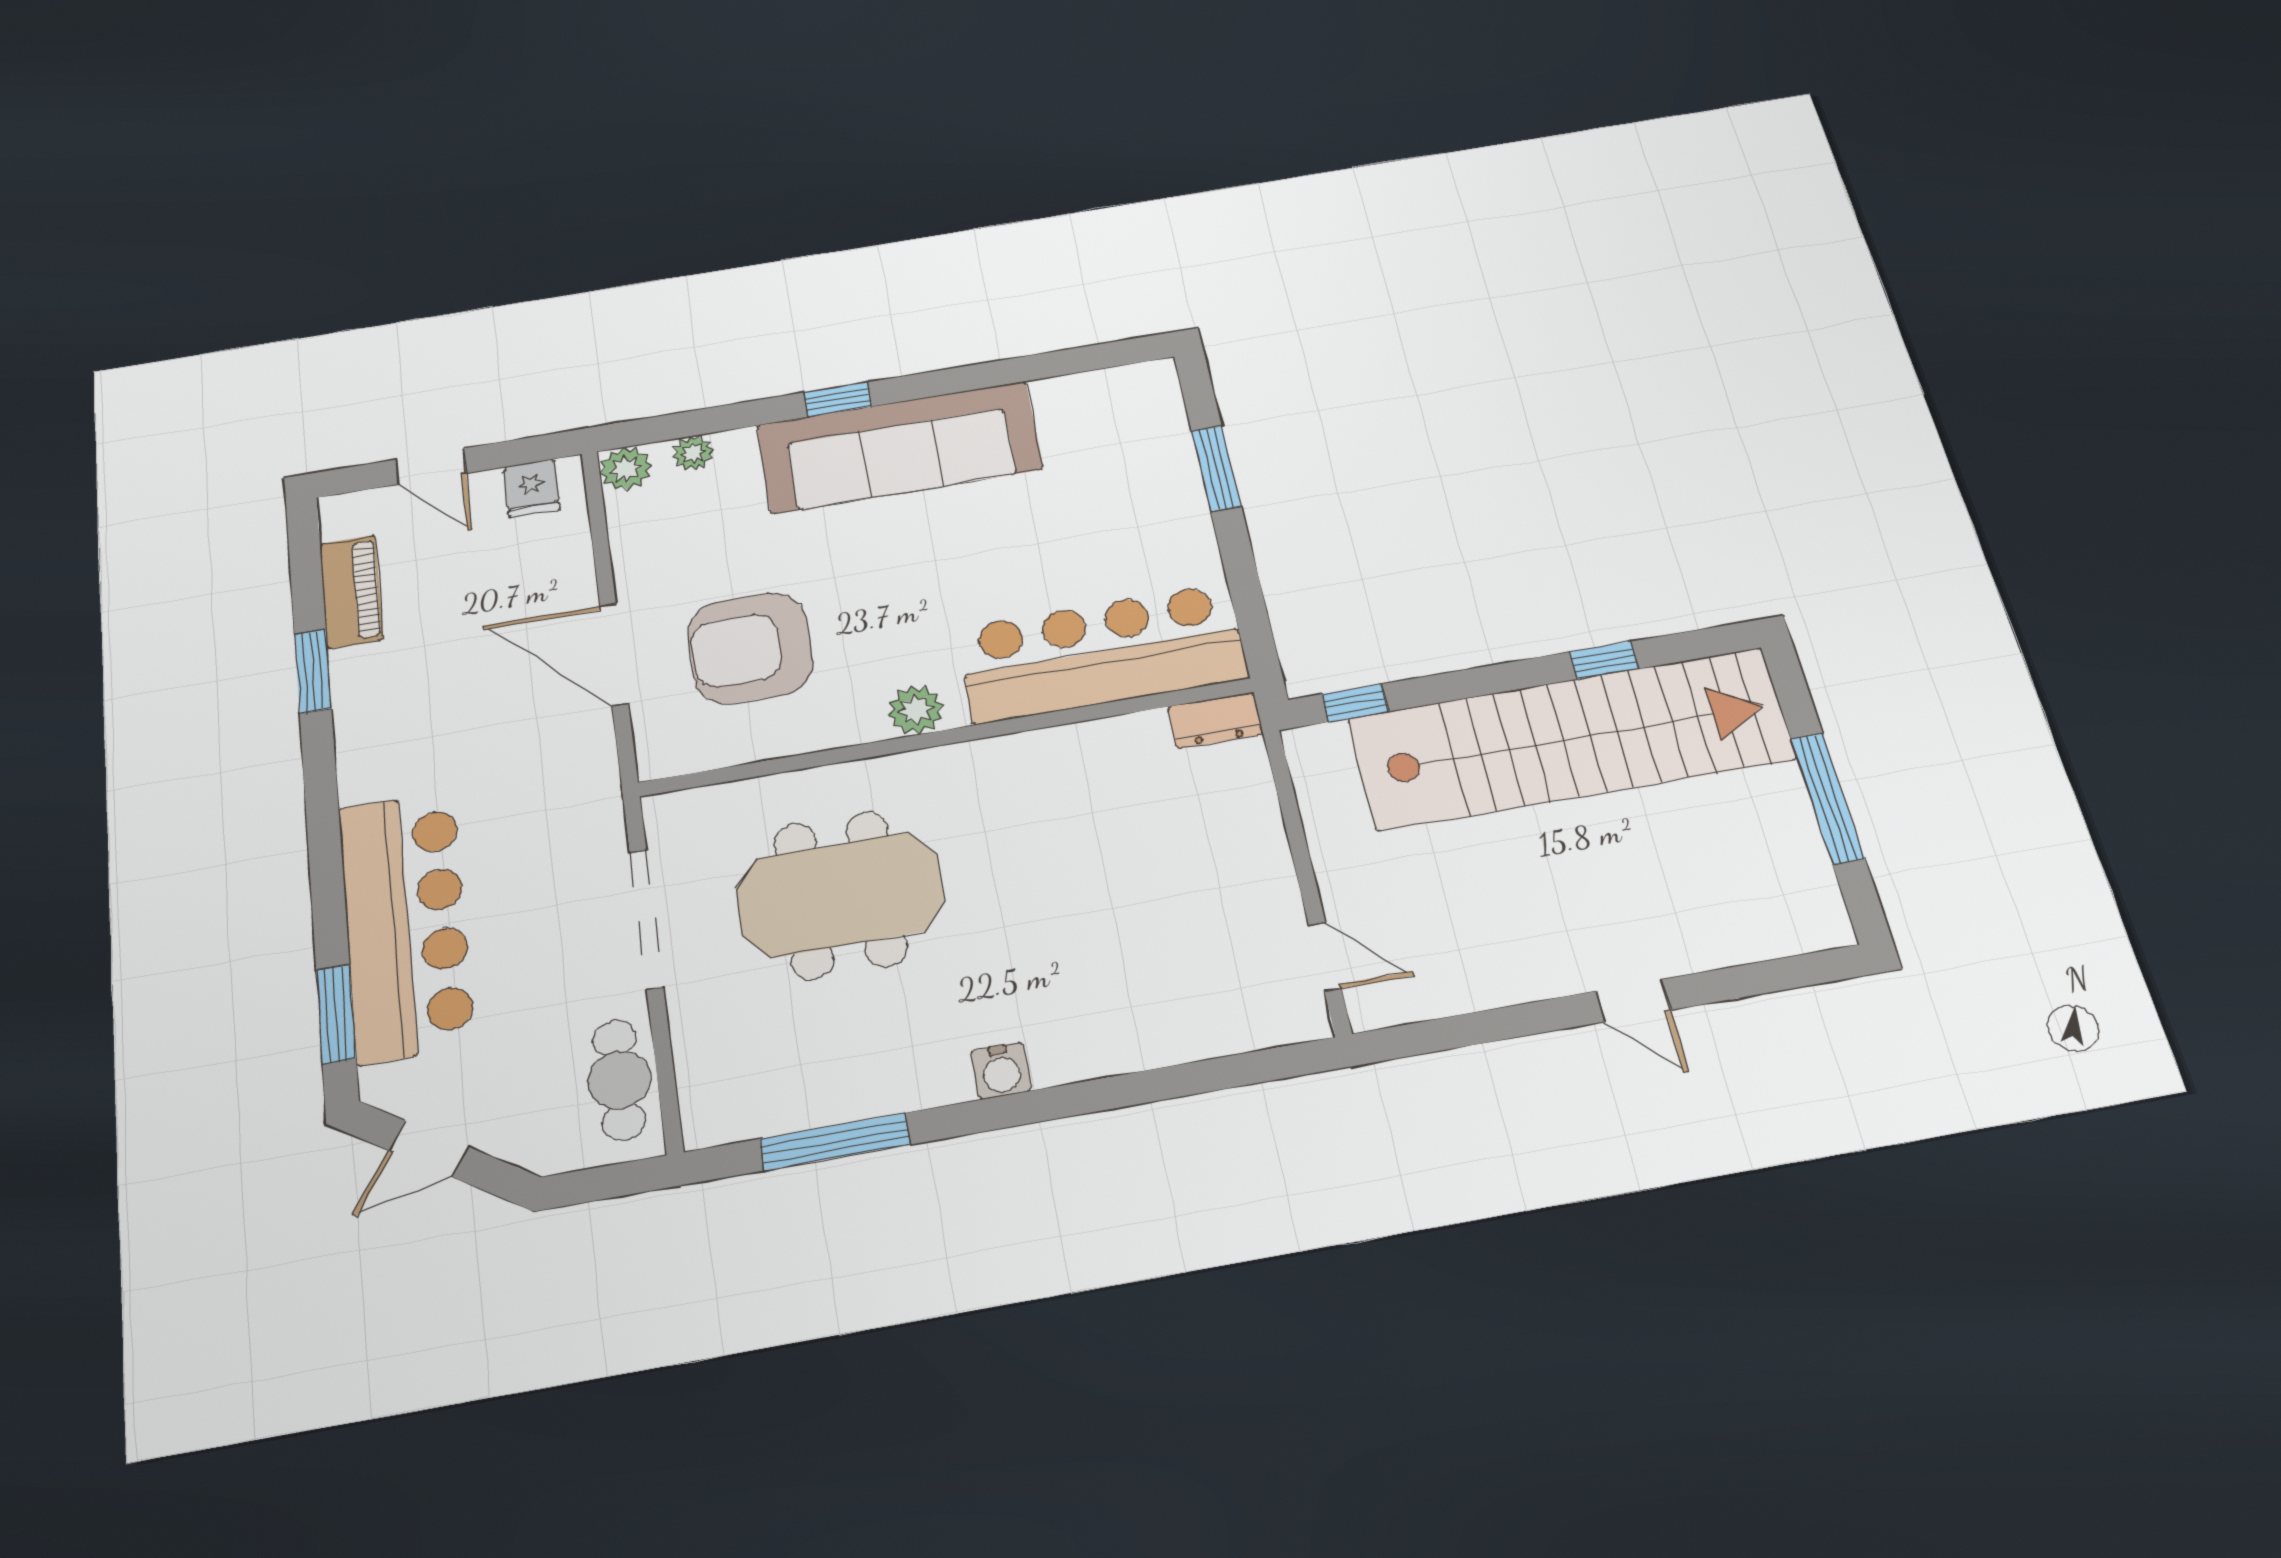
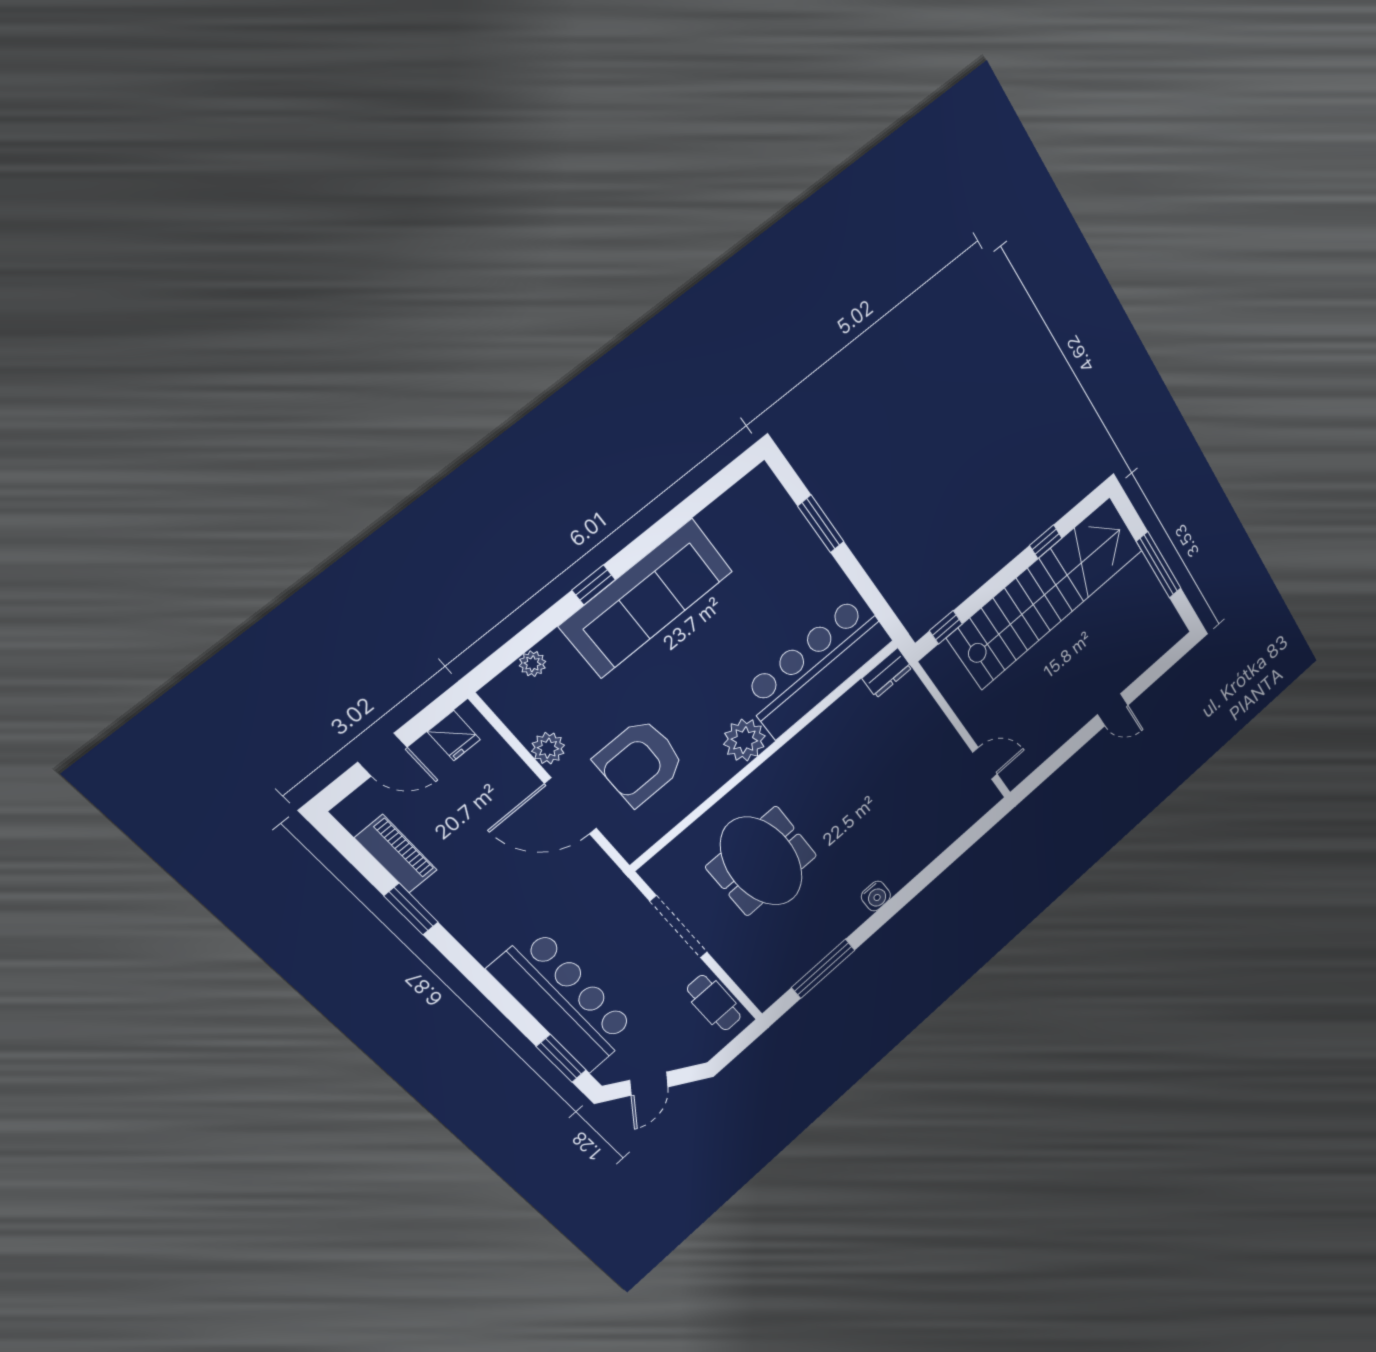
plant: (626, 469) -> (548, 748), moved
plant: (916, 710) -> (744, 740), width x1.36, depth x1.36
meeting table: (840, 895) -> (762, 861), turned 90

